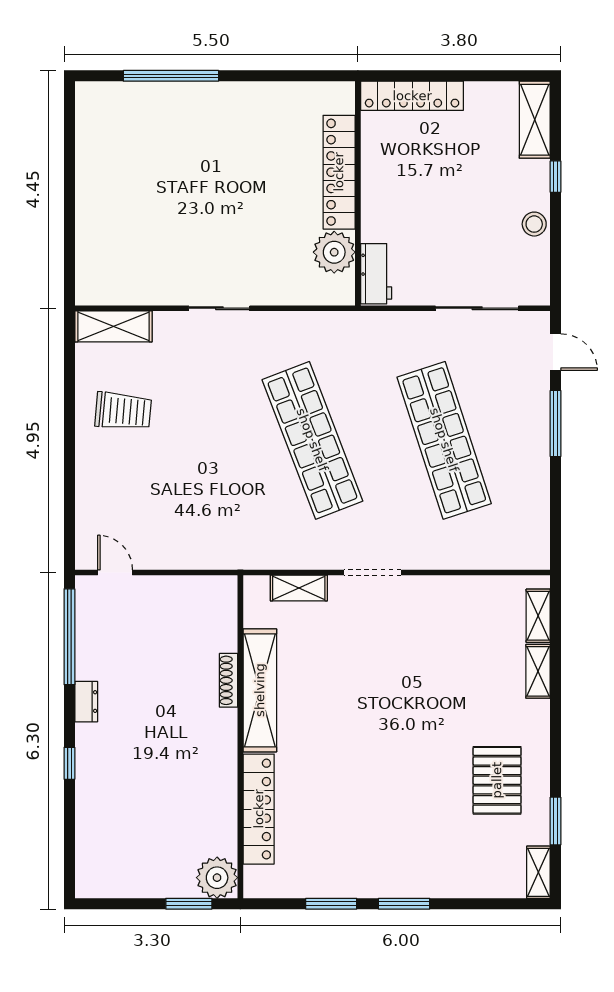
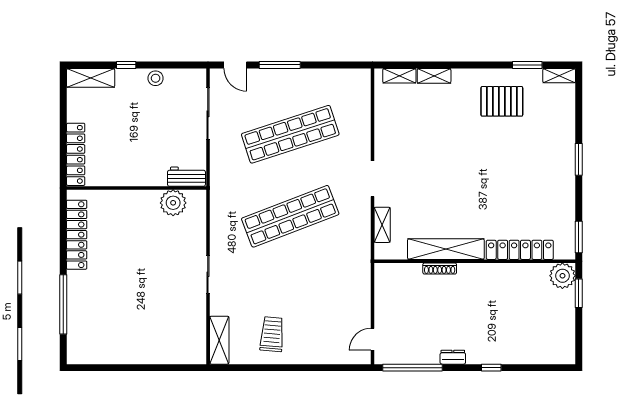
locker: (339, 172) -> (77, 235), moved, turned -90
door: (555, 352) -> (235, 65), swing flipped
window: (331, 904) -> (579, 237), moved

